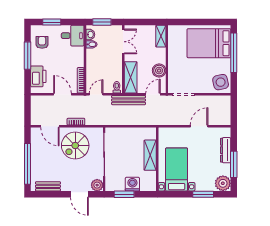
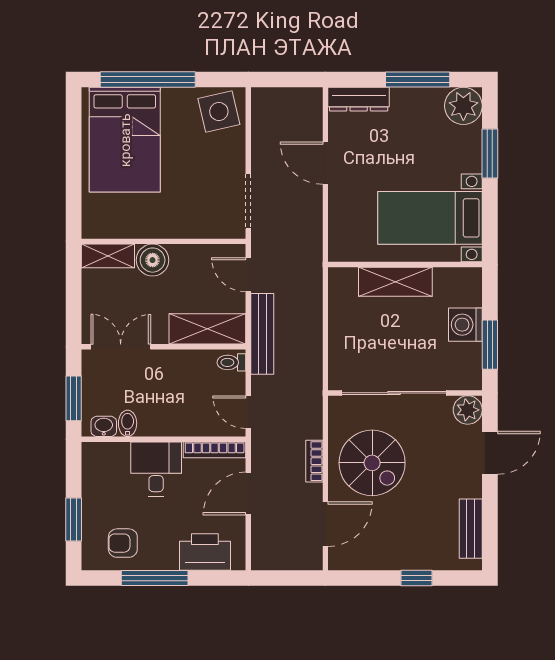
desk: (73, 36) -> (156, 469), moved
boiler: (159, 71) -> (153, 260), moved
dresser: (226, 150) -> (359, 99), moved
window: (28, 164) -> (416, 578), width x0.32

